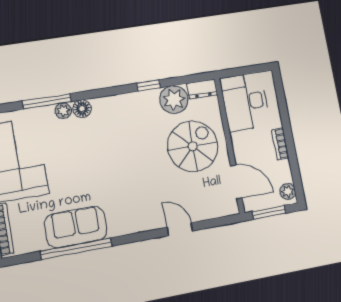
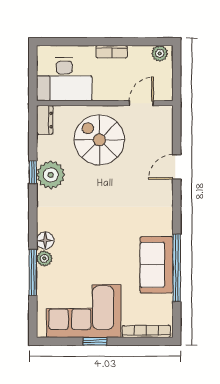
plant: (174, 100) -> (51, 175), moved
door: (236, 182) -> (141, 103), width x0.73
window: (269, 212) -> (177, 76), removed

